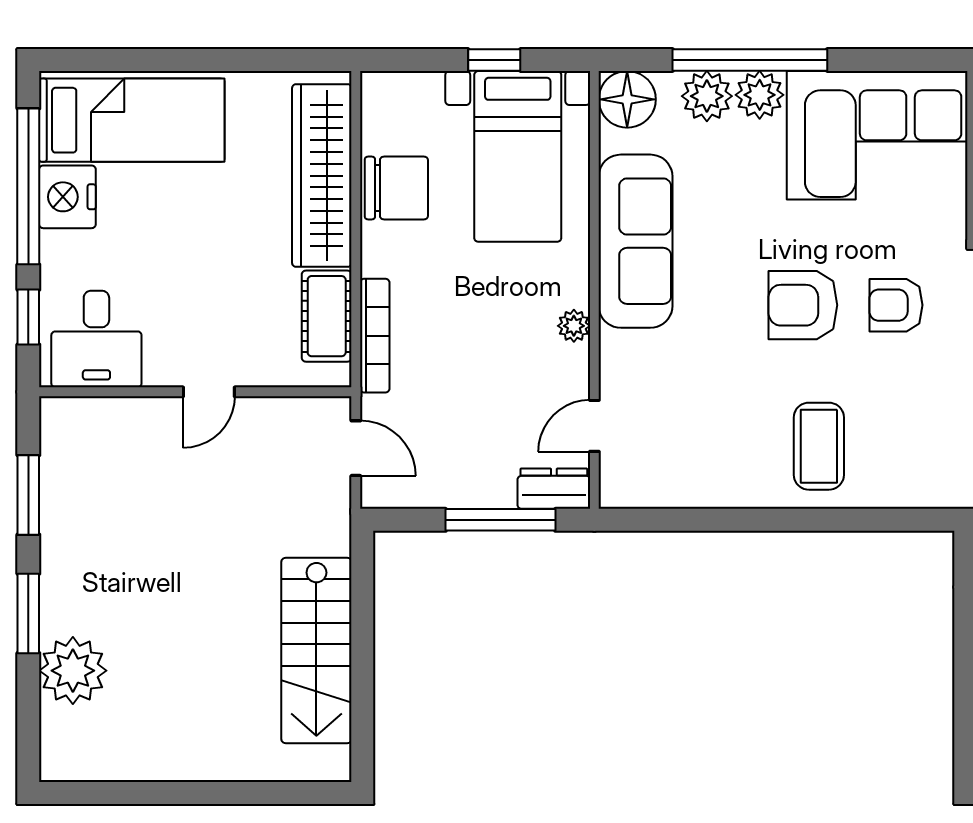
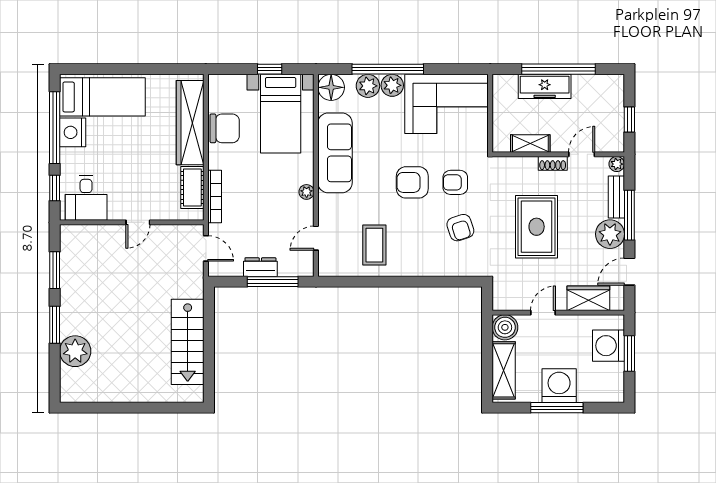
armchair: (907, 403) -> (460, 228), added
coffee table: (819, 446) -> (374, 245), moved
dresser: (554, 489) -> (260, 267), moved

